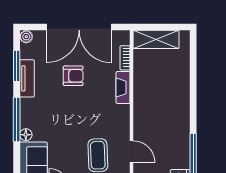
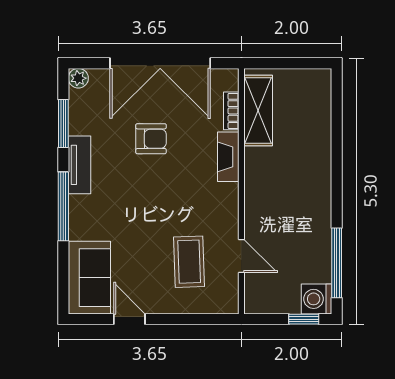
shelving: (156, 39) -> (258, 111), moved, turned 90
tv unit: (27, 78) -> (79, 165), moved
floor lamp: (26, 135) -> (78, 230), removed

